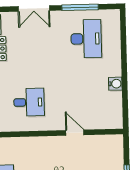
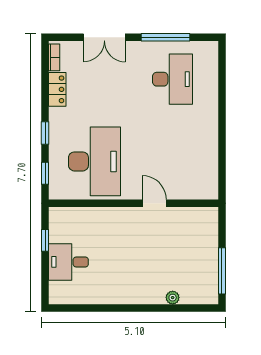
water cooler: (115, 84) -> (210, 140), removed
desk: (29, 102) -> (94, 161), width x1.87, depth x1.30

